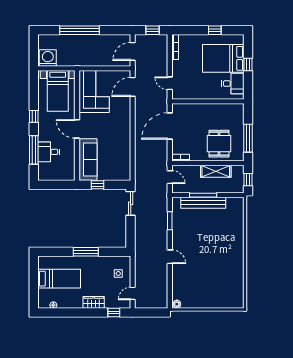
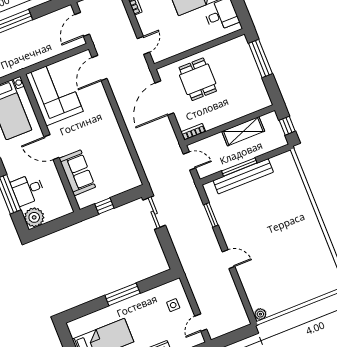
door: (170, 83) -> (143, 45), swing flipped
window: (248, 138) -> (260, 59), moved
dining table: (219, 144) -> (198, 79), moved
sofa: (88, 160) -> (77, 173), width x0.73
plant: (45, 173) -> (34, 217), added

